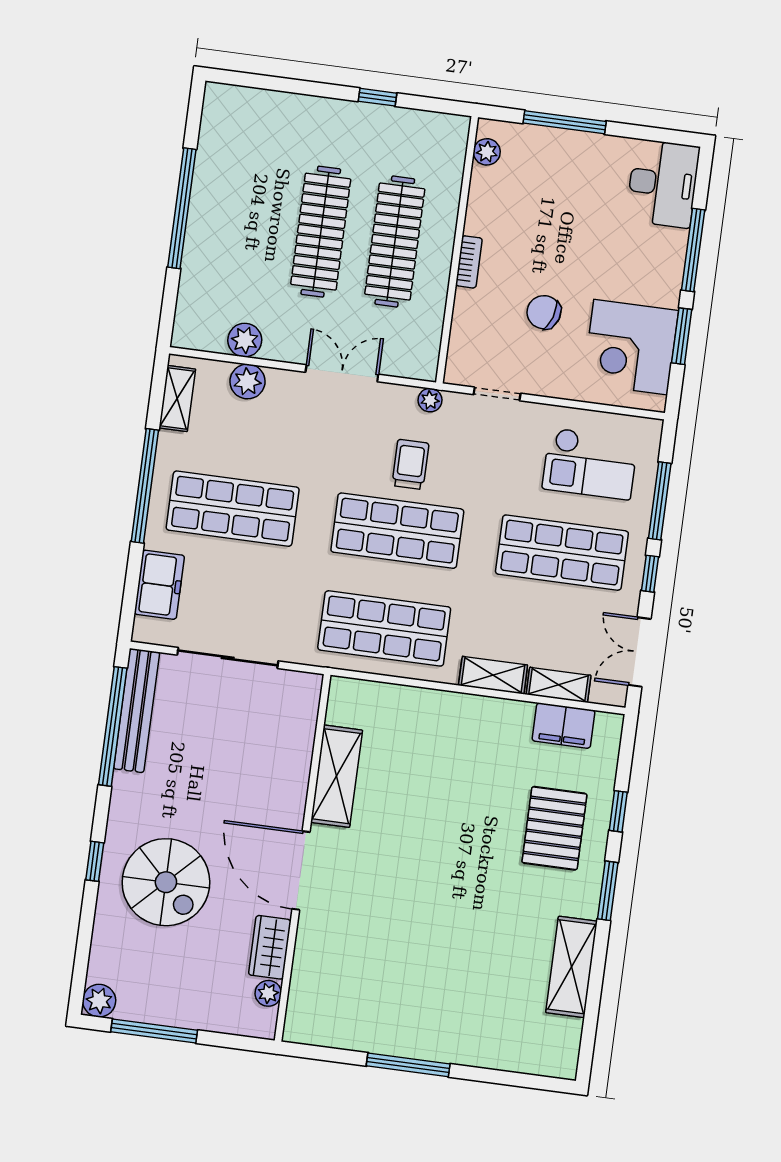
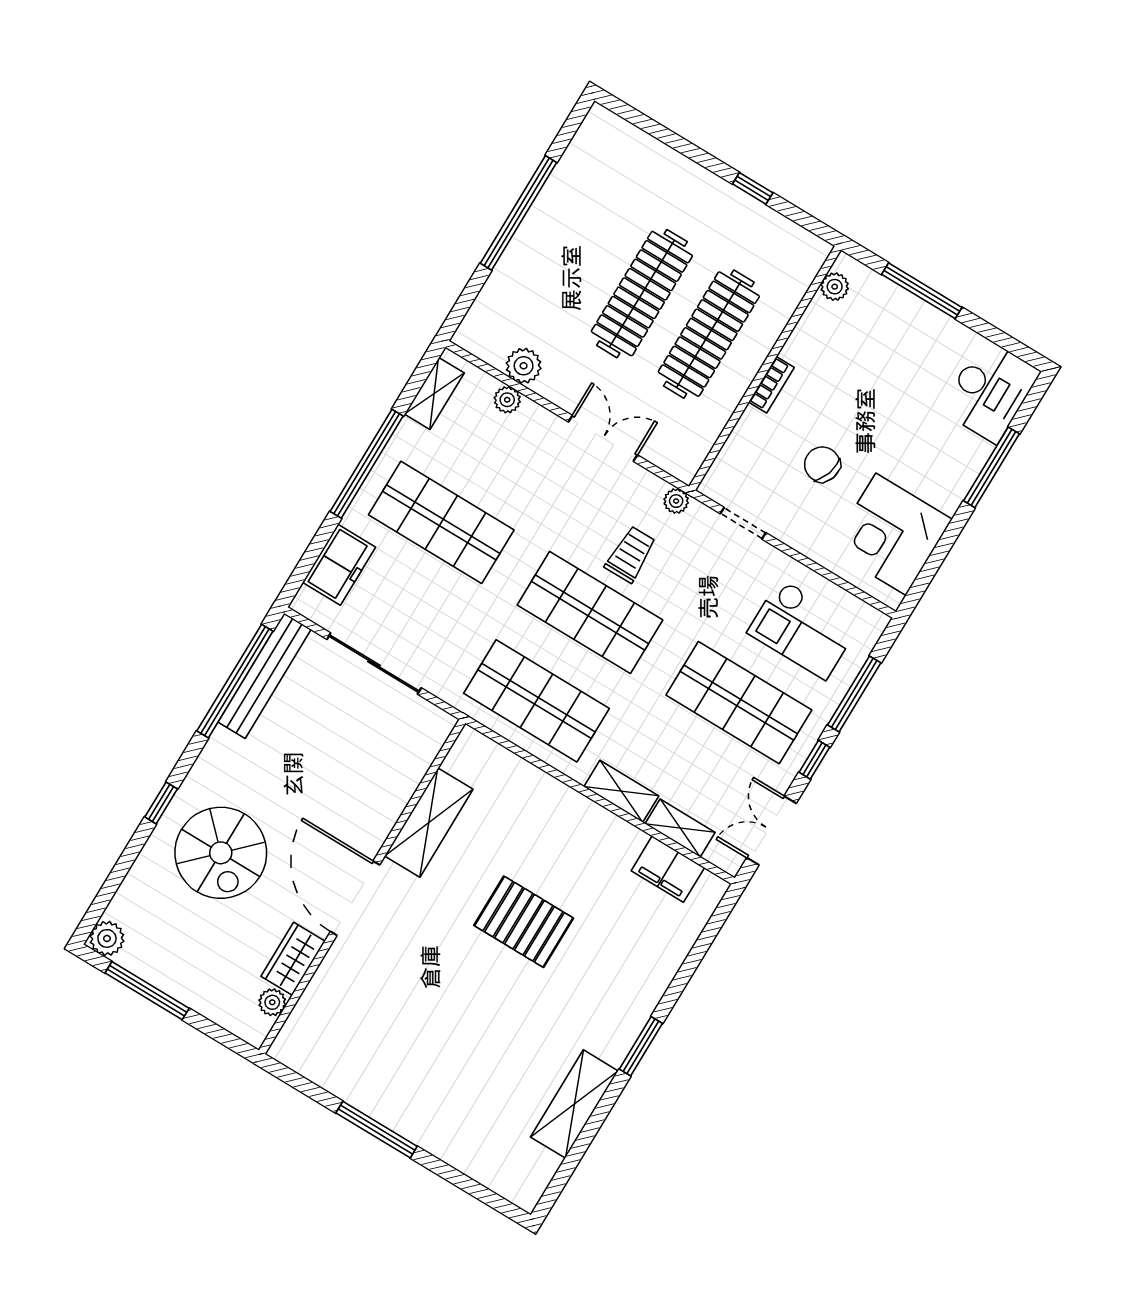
window: (682, 336) -> (944, 545), removed
plant: (247, 381) -> (507, 400), width x0.73, depth x0.73
window: (618, 811) -> (684, 974), removed
pallet: (554, 828) -> (524, 922), moved, turned 90

